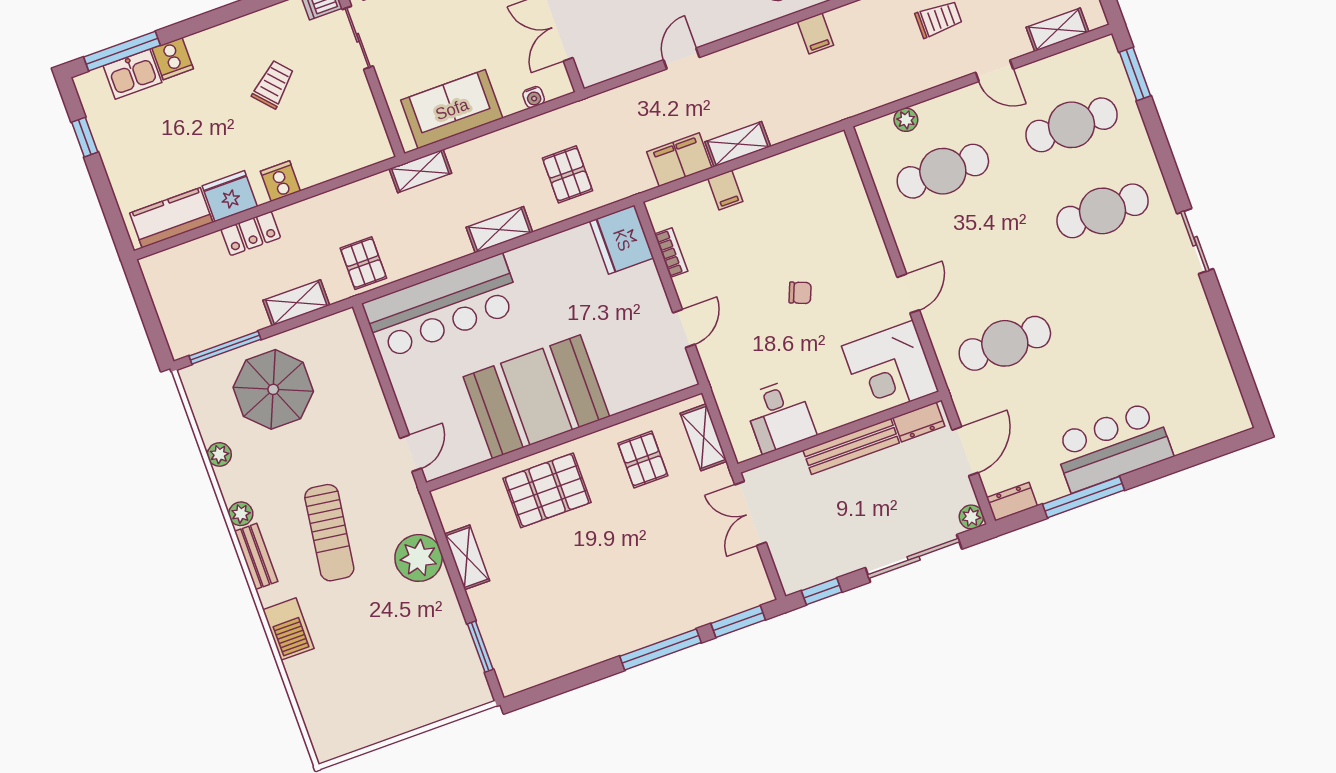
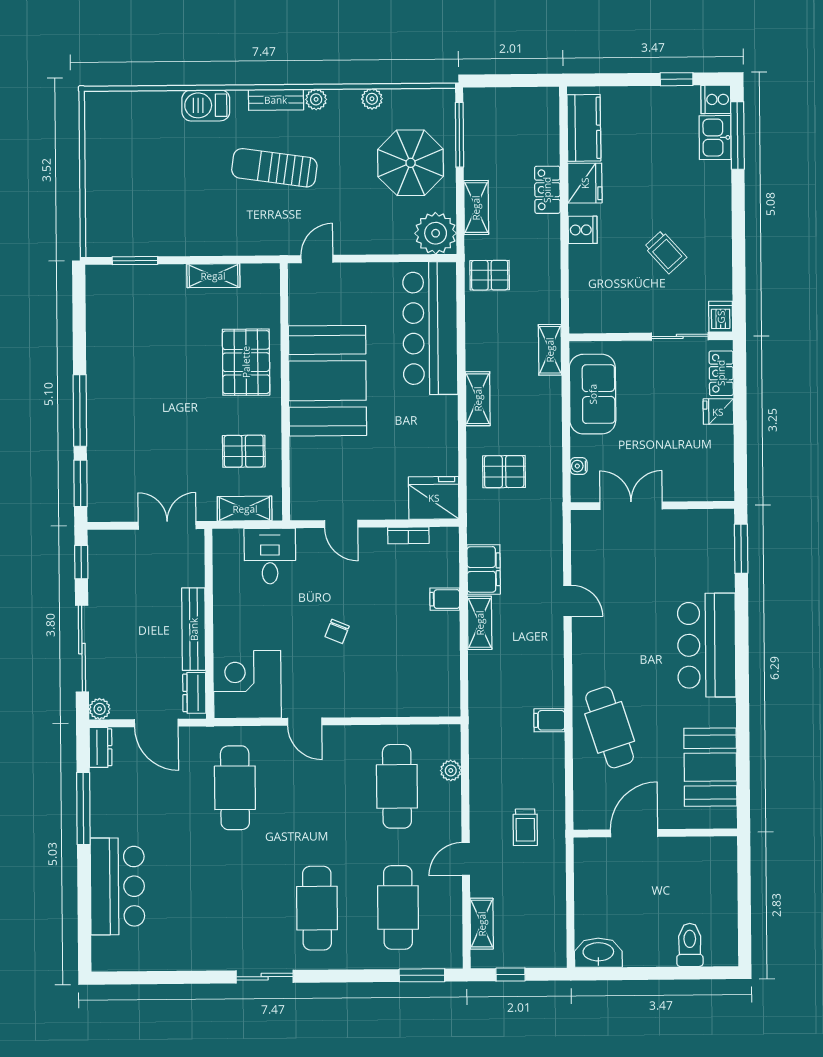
cooker: (173, 59) -> (716, 99), moved
desk: (779, 416) -> (270, 556), moved, turned 90
bar counter: (1112, 447) -> (117, 886), moved
door: (411, 453) -> (317, 259), swing flipped
plant: (419, 558) -> (436, 233), moved

